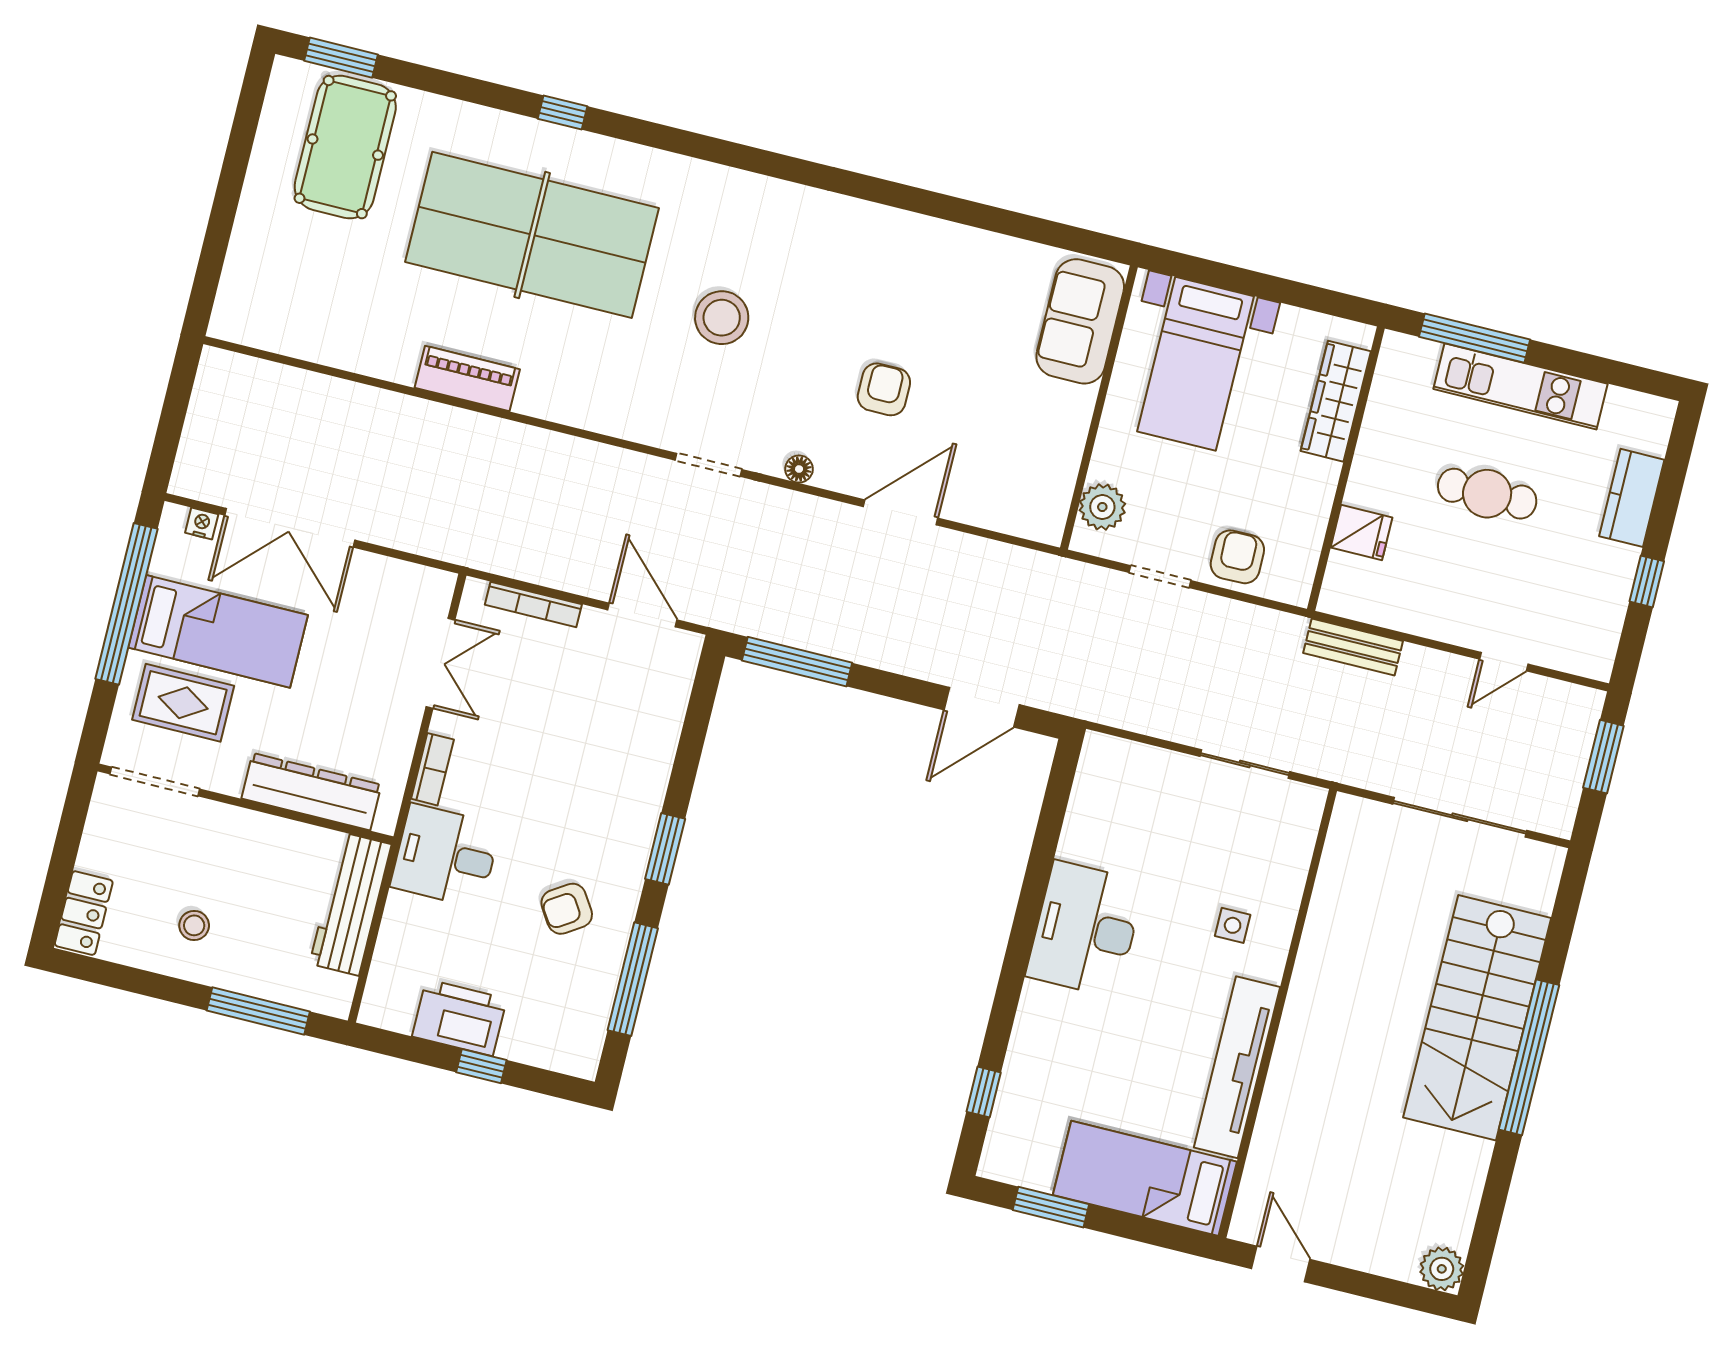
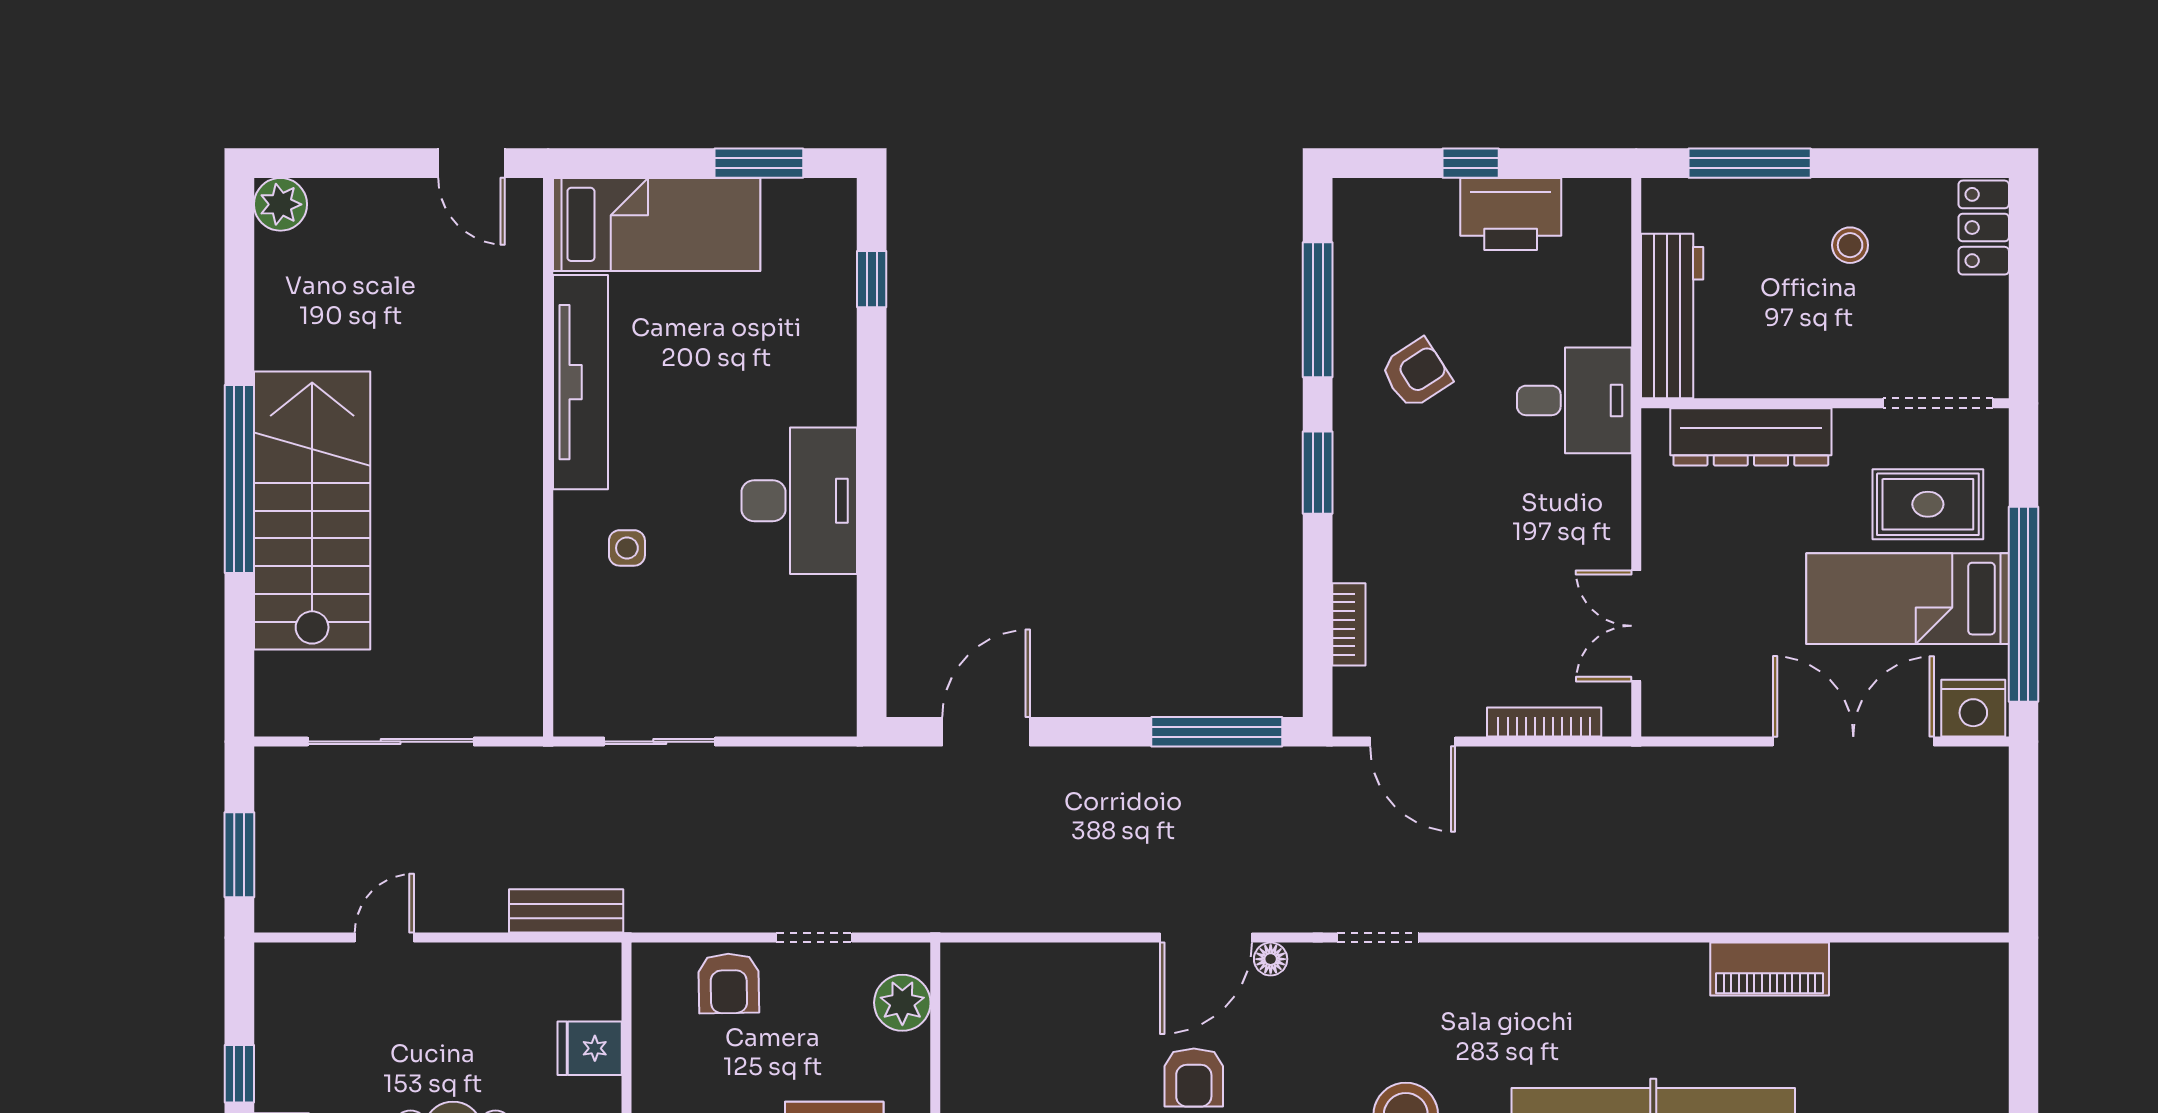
piano: (467, 378) -> (1770, 969), moved
door: (901, 512) -> (1206, 938), moved
nightstand: (202, 524) -> (1973, 708), width x1.89, depth x1.79
bookcase: (432, 769) -> (1349, 624), moved, turned 180

